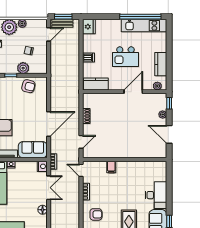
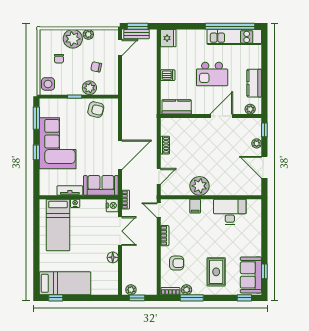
plant: (115, 150) -> (199, 186), added
desk: (156, 195) -> (230, 212), moved, turned -90

